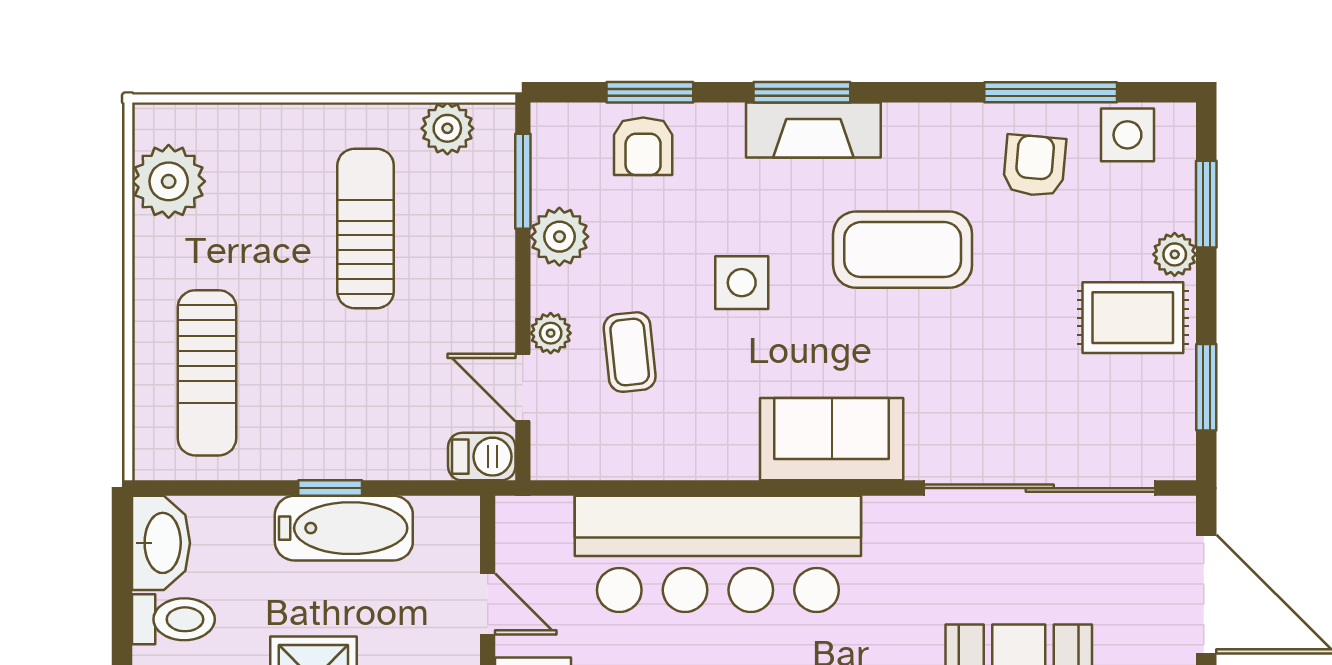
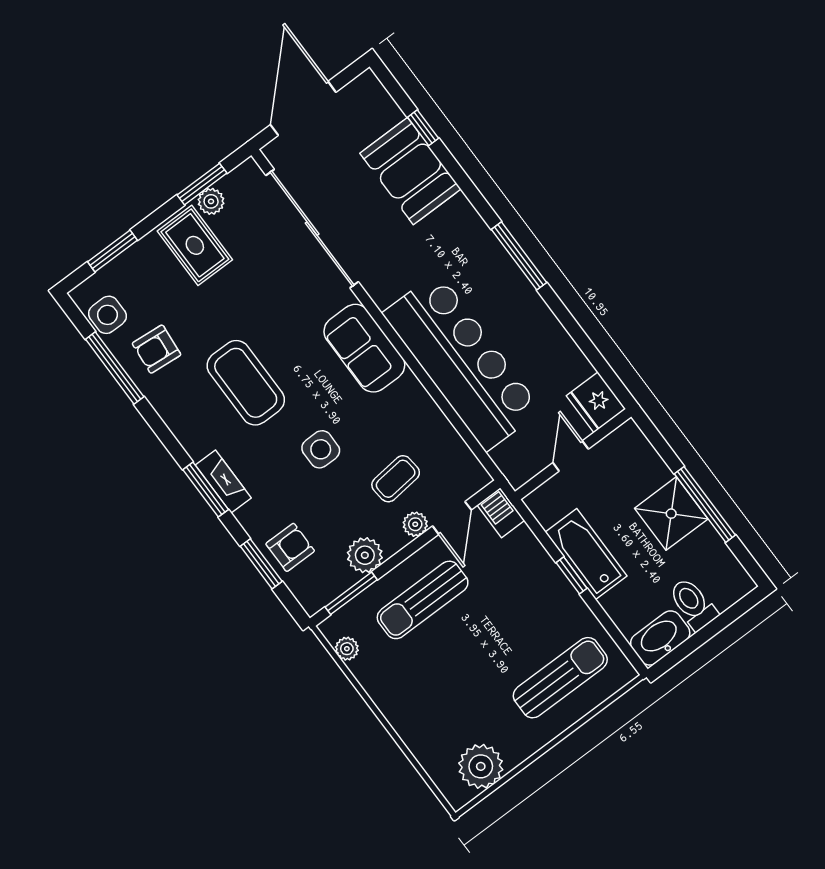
plant: (447, 128) -> (347, 649), width x0.73, depth x0.73
fireplace: (813, 130) -> (223, 481), width x0.73, depth x0.76
sun lounger: (366, 228) -> (423, 600), moved
plant: (1175, 254) -> (211, 201), moved

